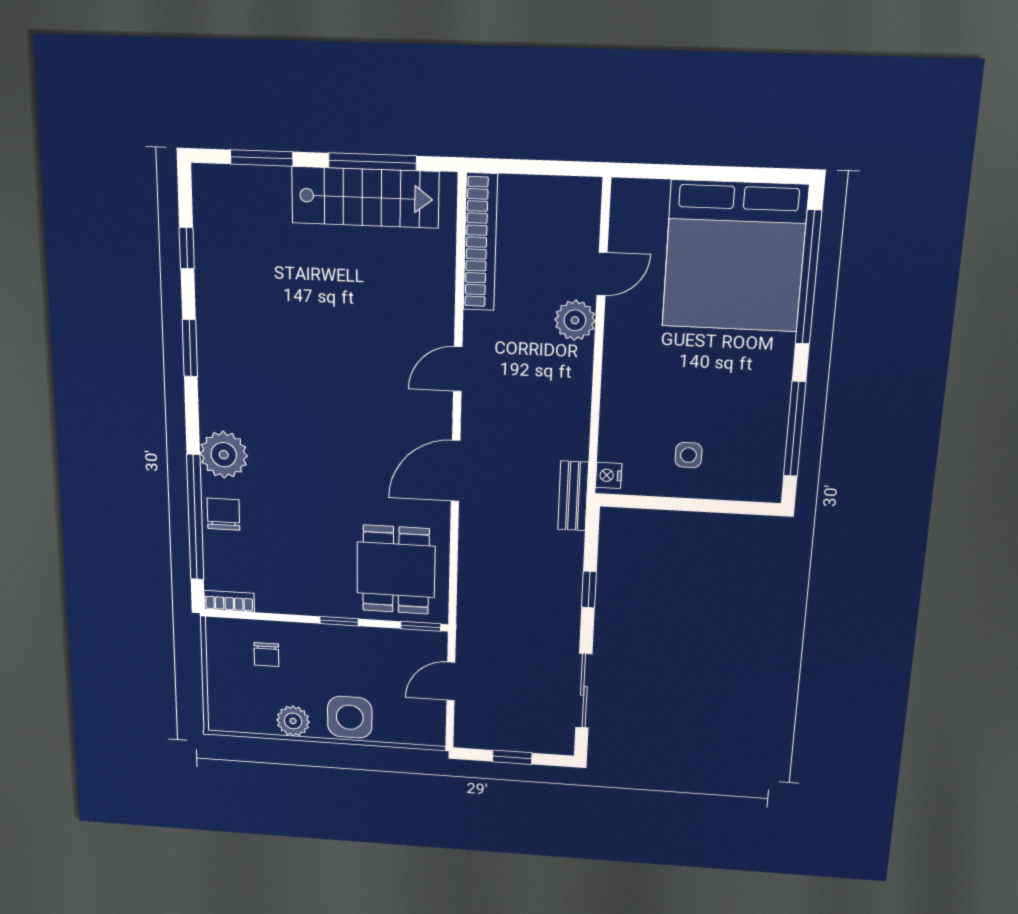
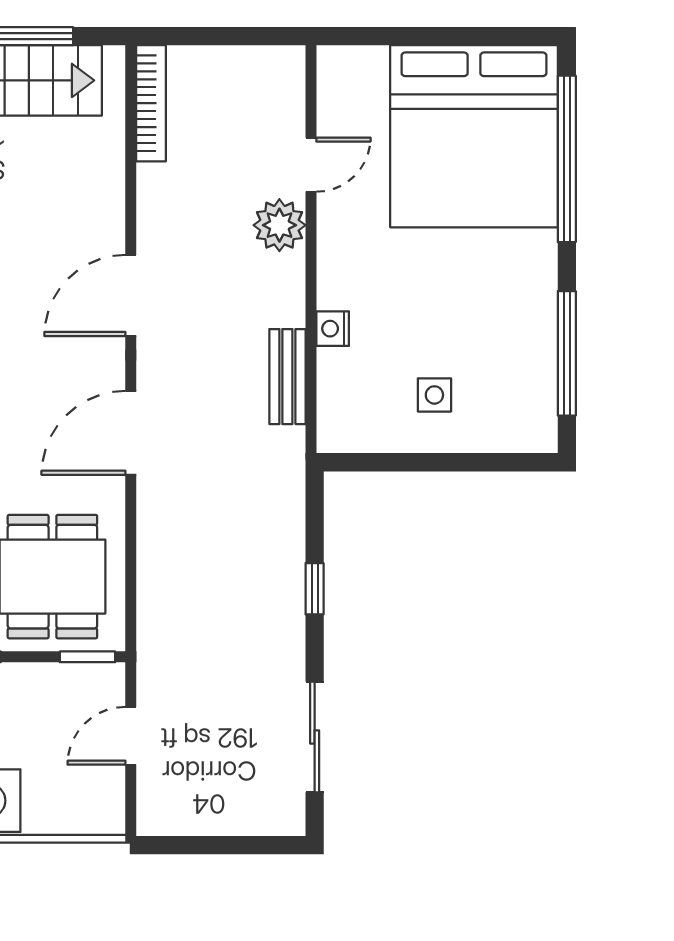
bookcase: (480, 242) -> (151, 103), width x0.68, depth x0.76
door: (458, 369) -> (131, 295), width x1.37
nightstand: (609, 475) -> (333, 329), moved
bench: (573, 496) -> (287, 377), moved
window: (512, 757) -> (219, 845), removed

